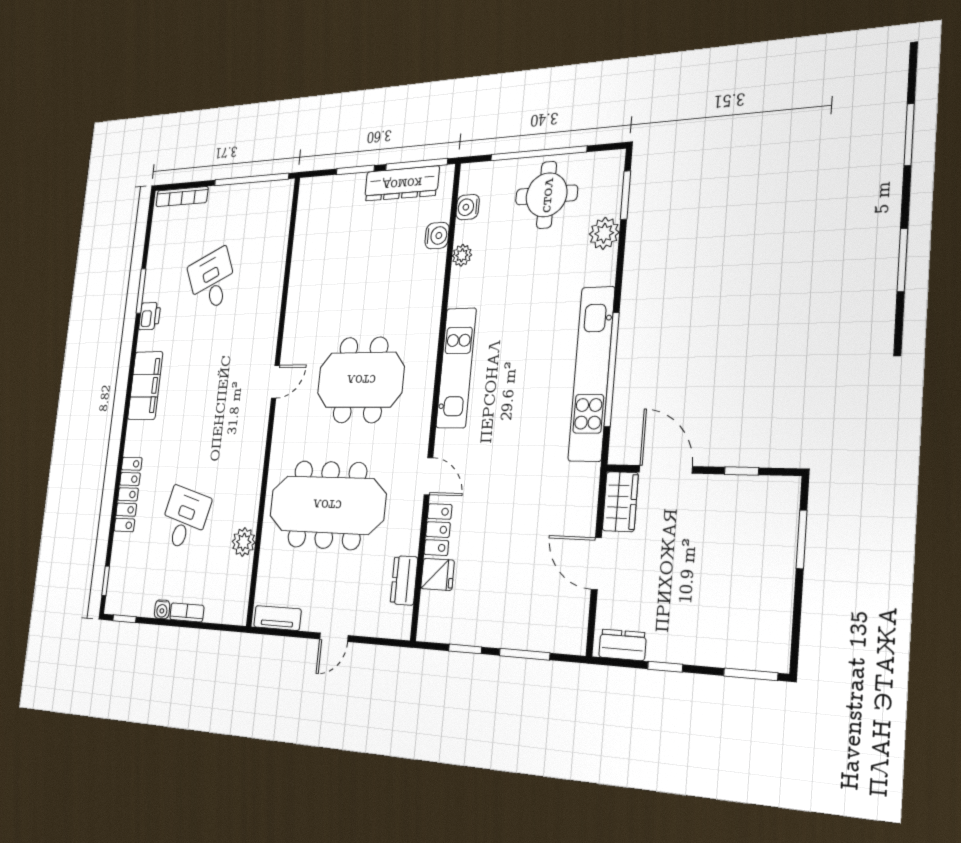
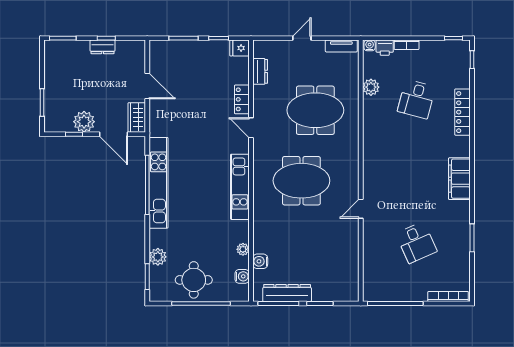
printer: (150, 316) -> (385, 48), moved, turned -90
door: (275, 382) -> (361, 209), moved
plant: (720, 496) -> (84, 122), added
meeting table: (327, 505) -> (315, 110), width x0.73
fridge: (438, 574) -> (240, 48), moved
water cooler: (162, 609) -> (370, 45), moved
dresser: (622, 645) -> (103, 47), moved

